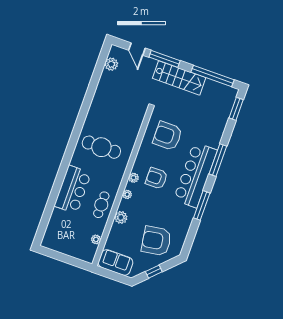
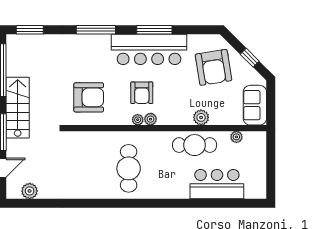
armchair: (167, 136) -> (89, 97), turned -90
bar counter: (195, 175) -> (149, 49), moved
bar counter: (73, 189) -> (217, 184), moved
plant: (127, 194) -> (138, 120), moved
cafe table: (101, 205) -> (195, 145), width x1.37, depth x1.35

